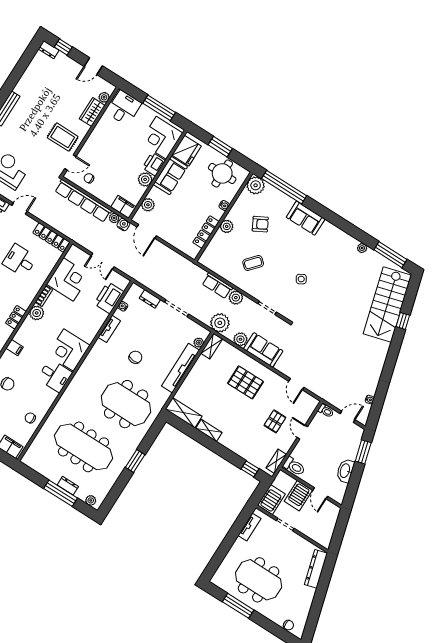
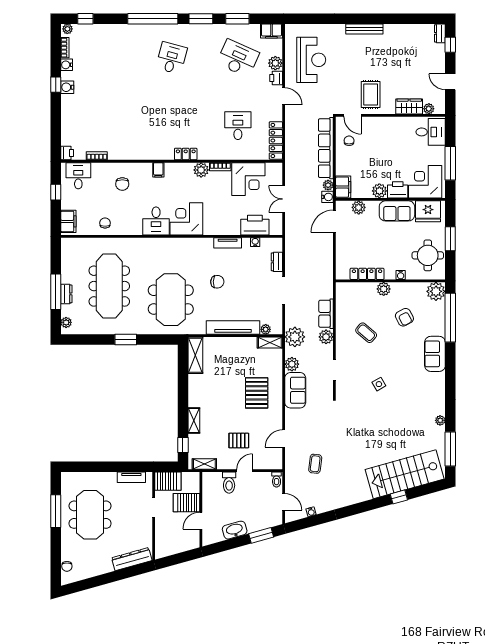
coffee table: (333, 372) -> (315, 464), added
shelving: (209, 430) -> (194, 420), moved
toilet: (294, 466) -> (229, 483), moved

